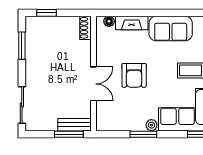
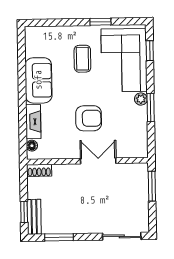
bench: (75, 125) -> (34, 217), moved

